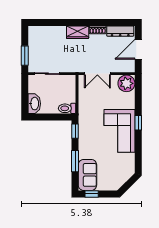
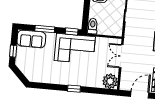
door: (138, 49) -> (140, 95), hinge flipped
corner sofa: (119, 131) -> (75, 49), moved, turned 180
window: (92, 194) -> (13, 51), moved

